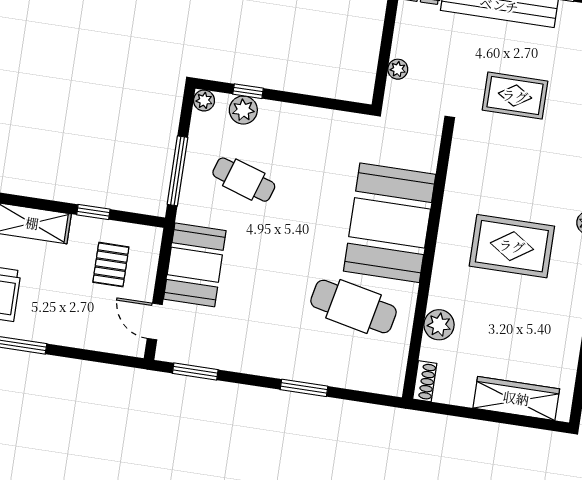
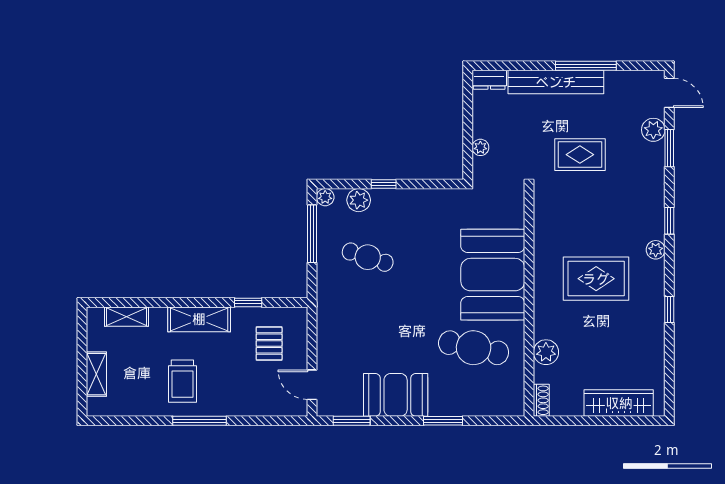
window: (248, 91) -> (384, 184), moved
window: (177, 171) -> (312, 234), moved
booth: (195, 265) -> (396, 395), moved, turned 90

